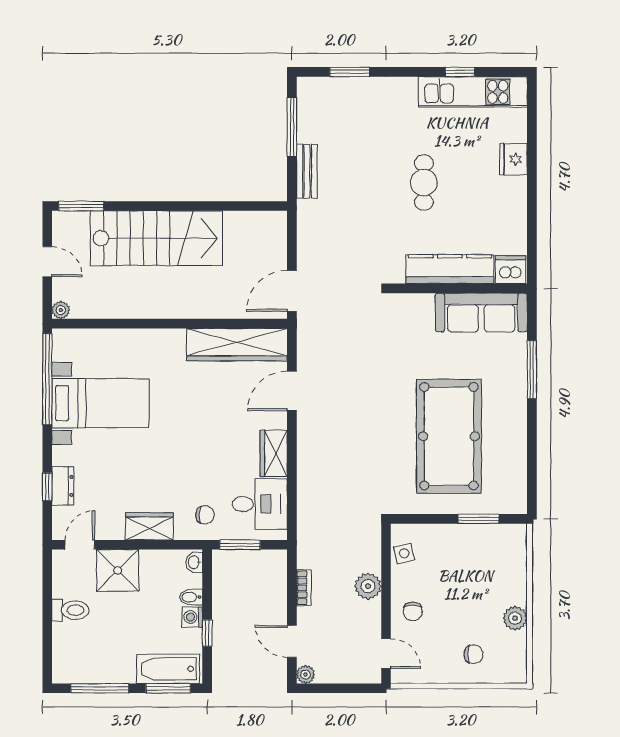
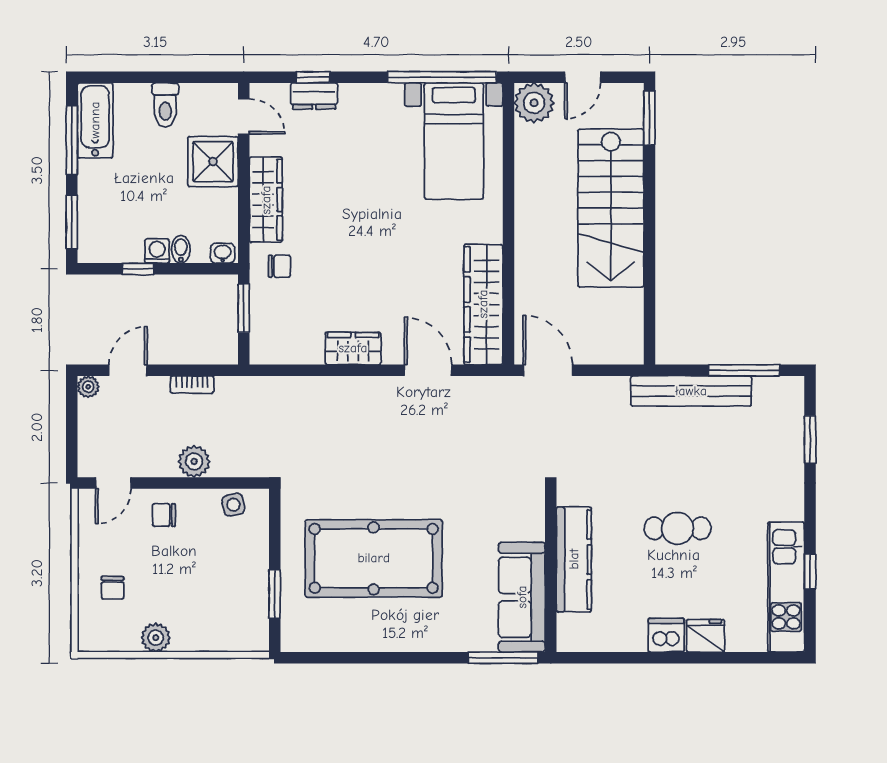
bench: (307, 171) -> (691, 391), width x1.86, depth x1.21
dishwasher: (511, 270) -> (666, 635), moved, turned -90
plant: (61, 310) -> (534, 103), width x1.87, depth x1.87
window: (532, 370) -> (503, 658), moved
bed with nightstands: (100, 403) -> (454, 141), moved
desk: (260, 504) -> (292, 332), removed
chair: (205, 515) -> (280, 266), turned -90
wardrobe: (149, 526) -> (266, 200), width x1.50
bathtub: (168, 669) -> (95, 120), moved

